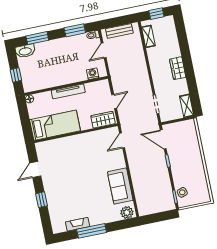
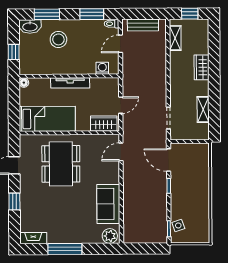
stool: (51, 57) -> (58, 39), added
wardrobe: (178, 68) -> (202, 67), moved
shelving: (187, 106) -> (203, 109), moved
dining table: (74, 161) -> (61, 164), added
fireplace: (78, 224) -> (33, 238), moved

